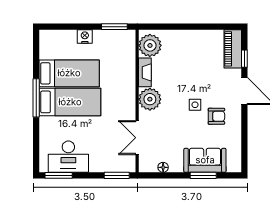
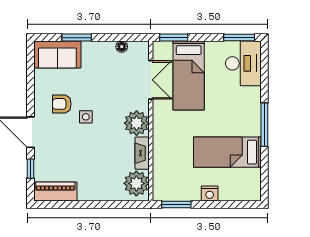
piano: (233, 49) -> (55, 192), moved, turned -90
bed: (70, 102) -> (189, 75), moved, turned -90
desk: (68, 157) -> (243, 63), moved, turned 90
sofa: (205, 160) -> (57, 54), moved

